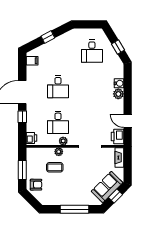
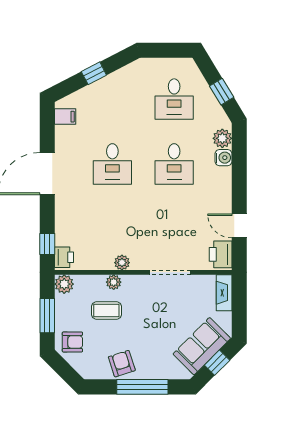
plant: (118, 94) -> (222, 138), moved
window: (22, 117) -> (47, 244), moved
desk: (58, 122) -> (174, 164), moved
plant: (32, 153) -> (64, 284), added
armchair: (63, 196) -> (122, 364), added

